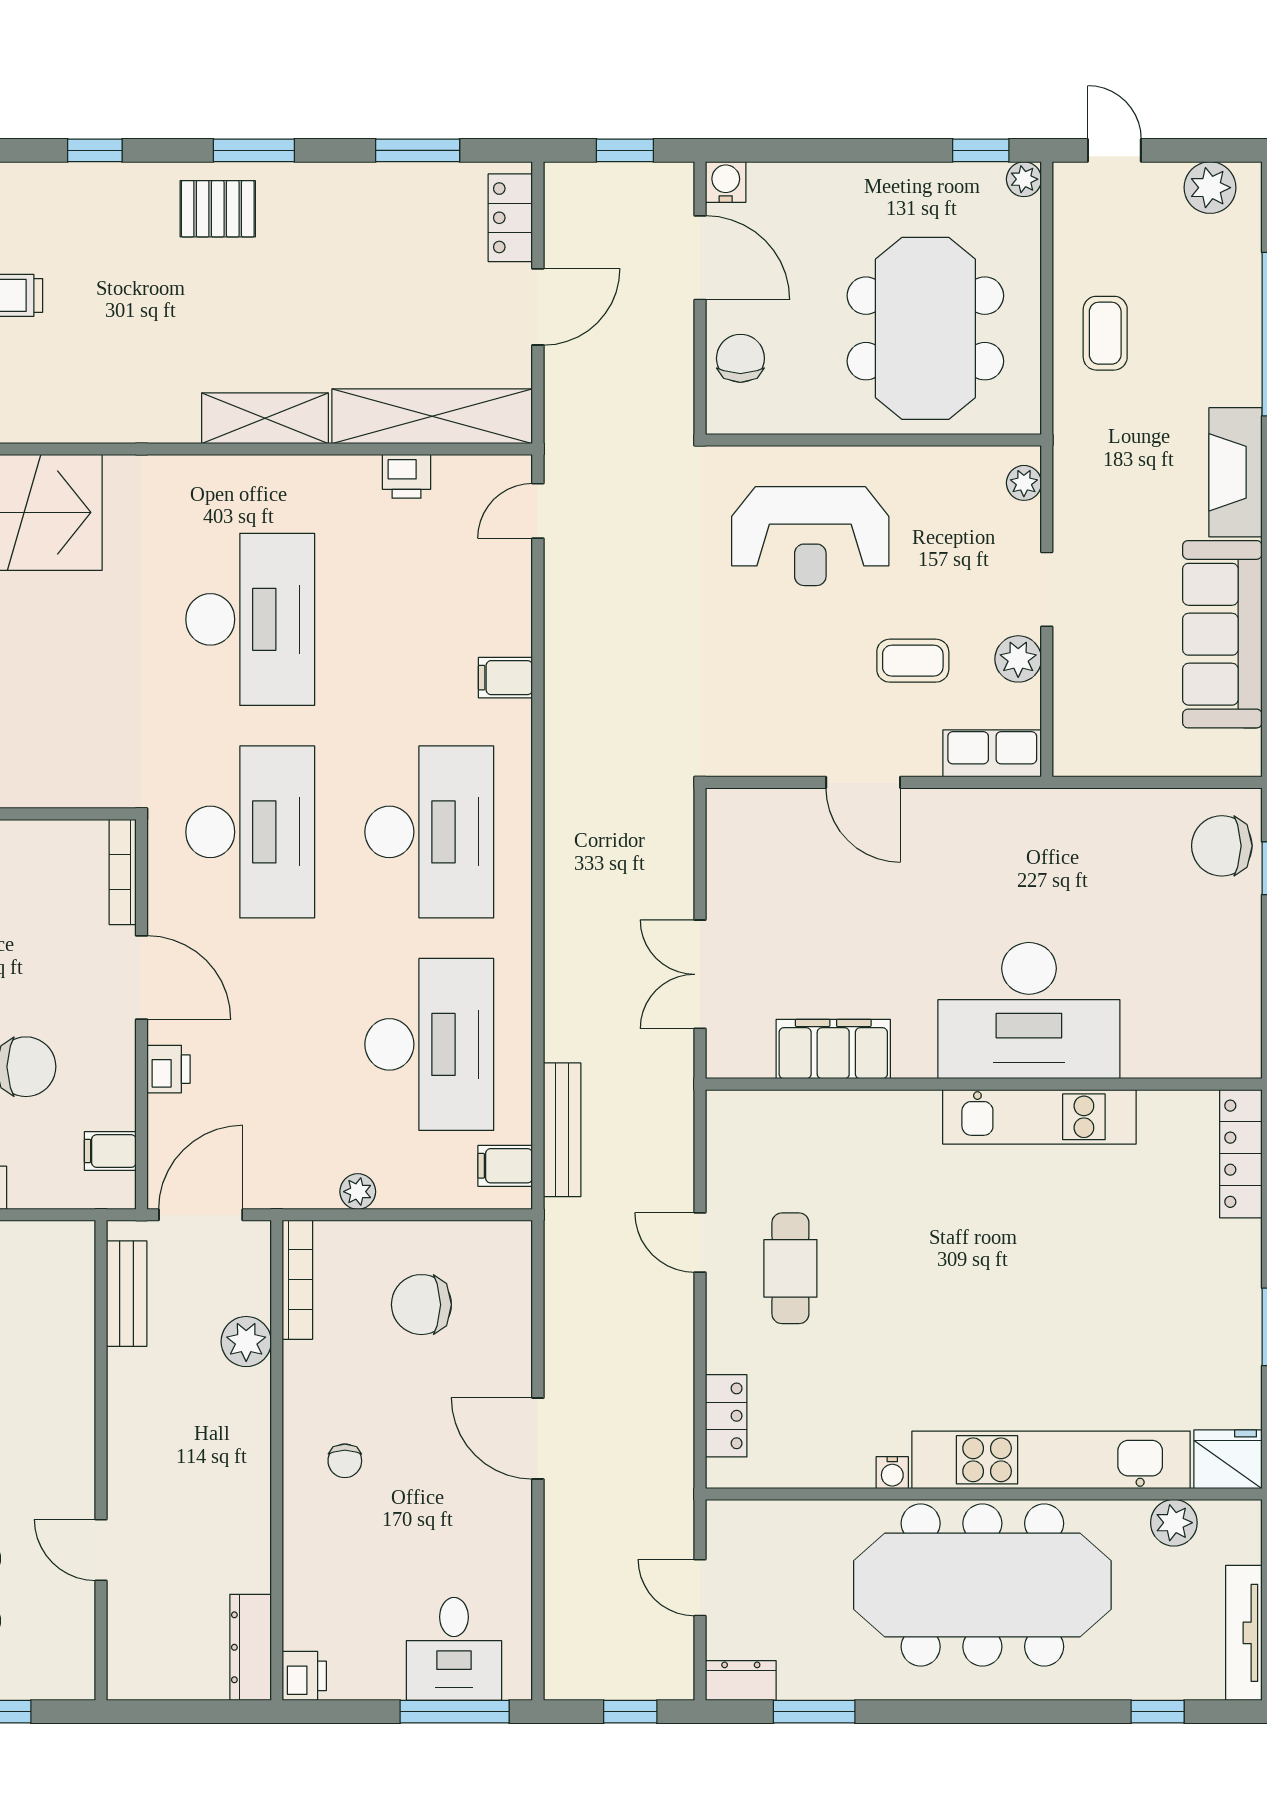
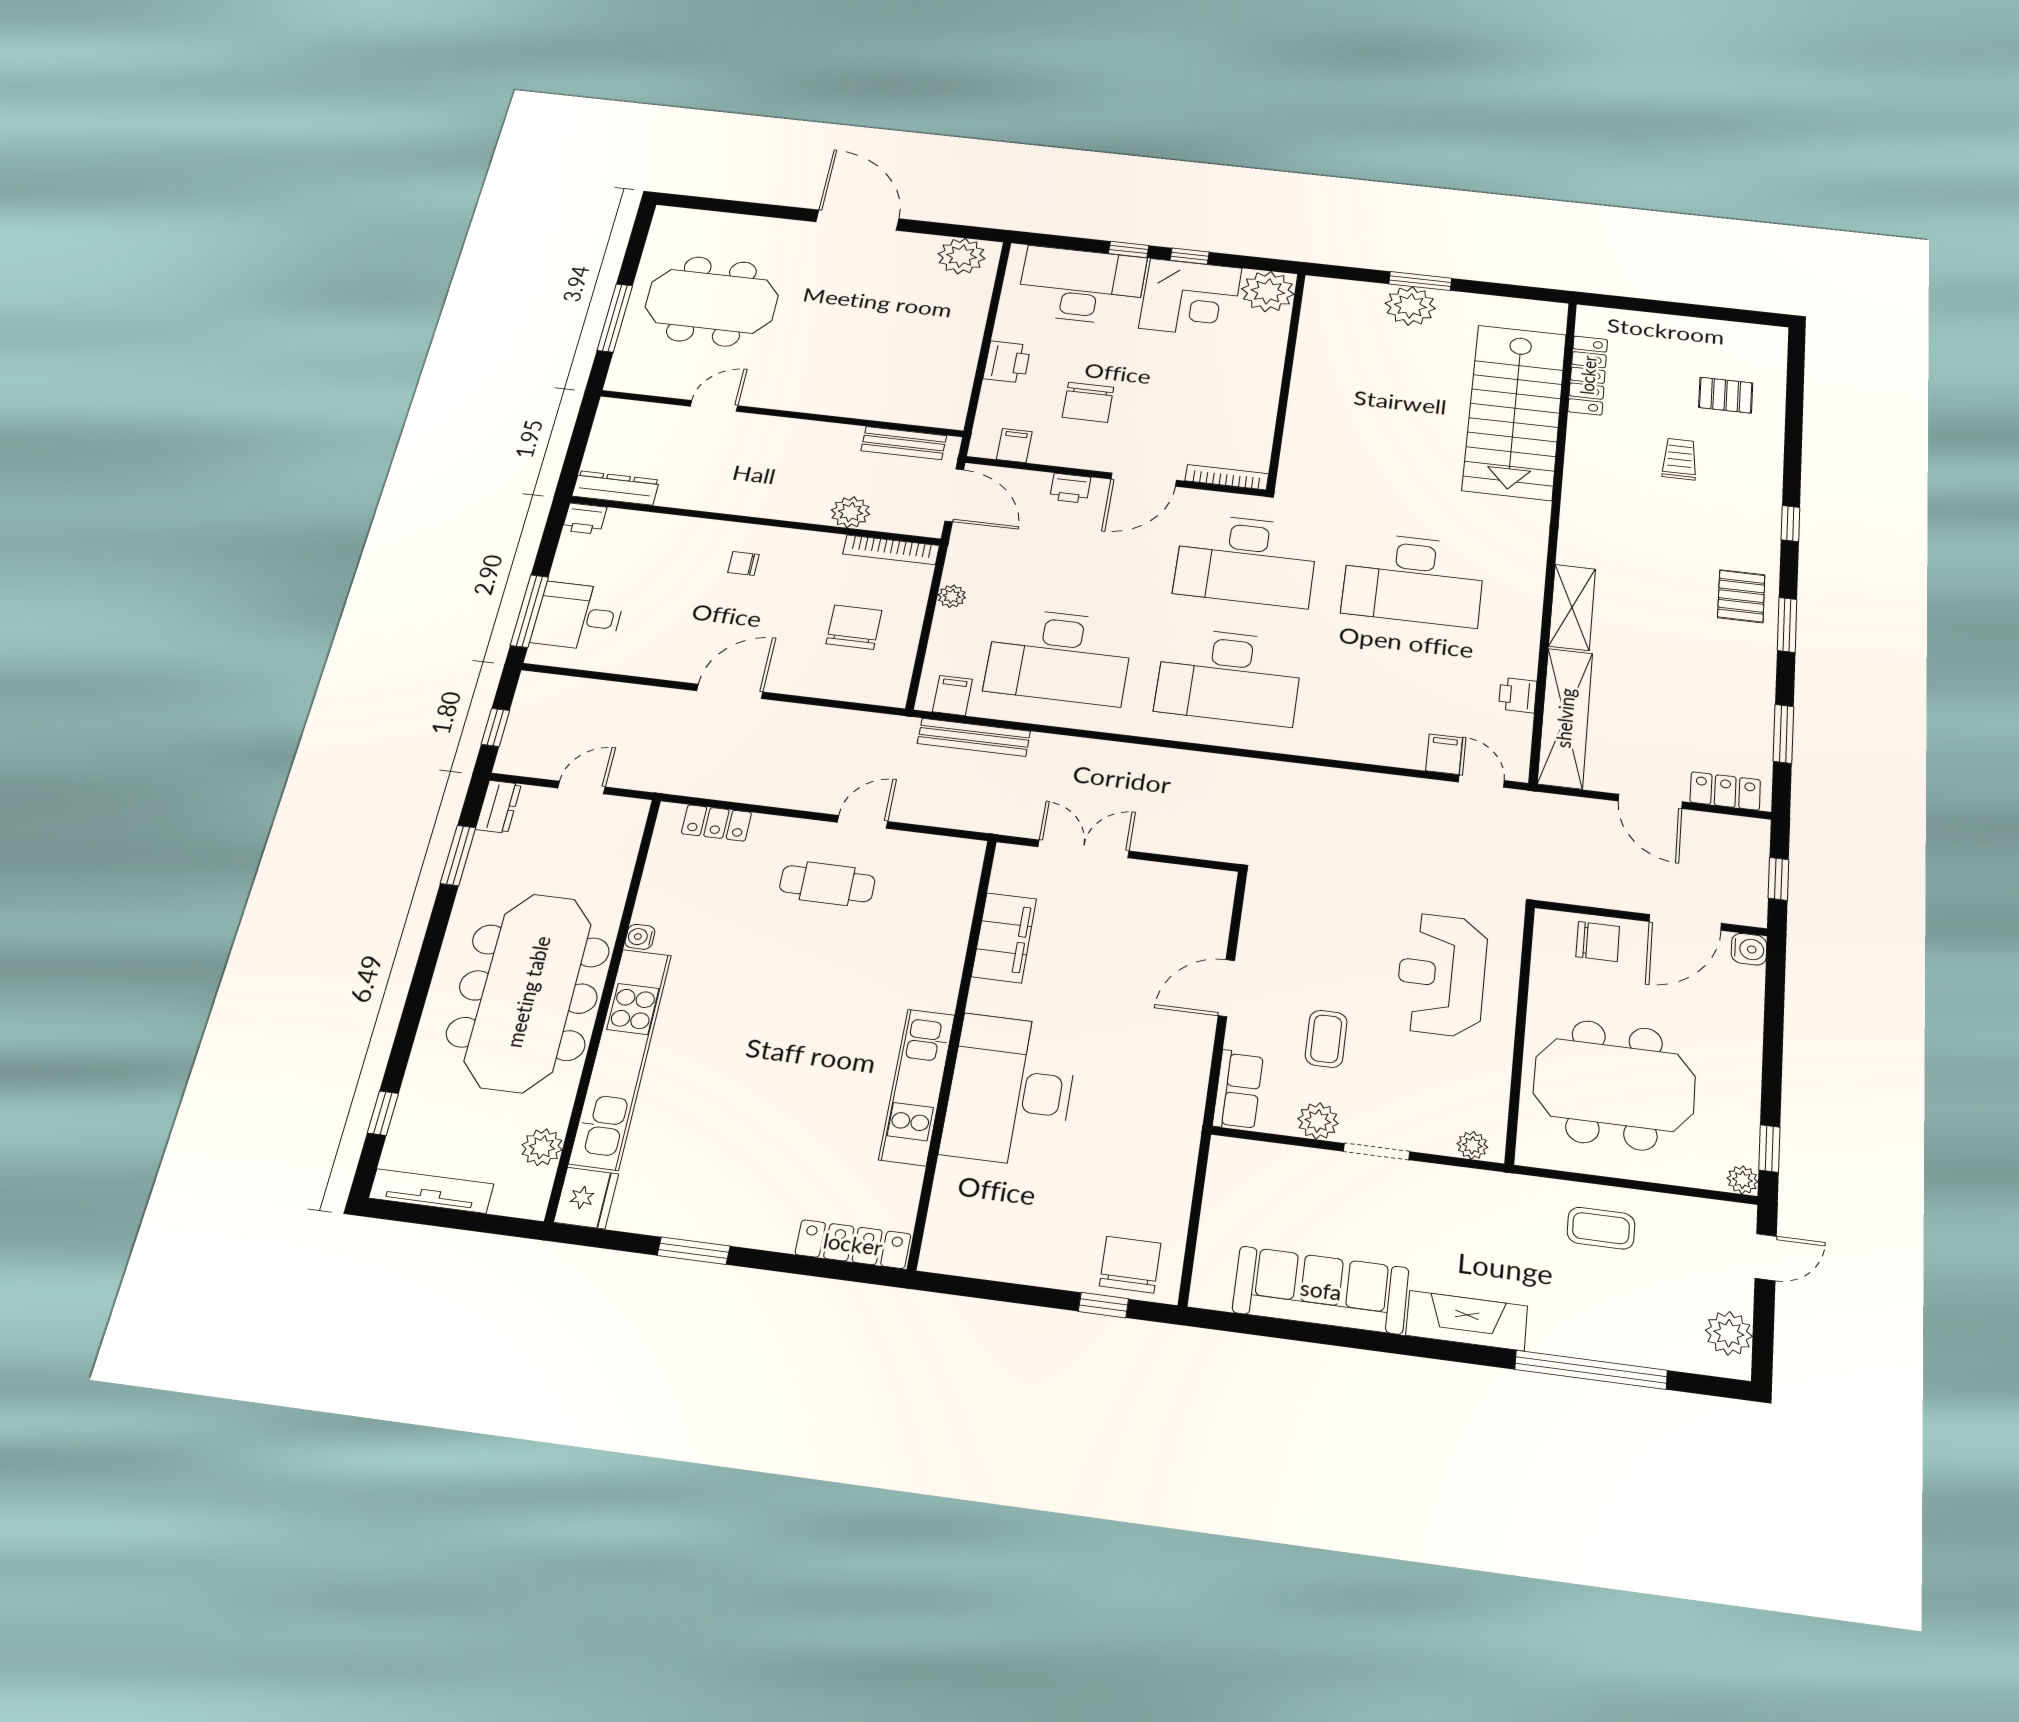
filing cabinet: (505, 678) -> (1444, 754), moved

